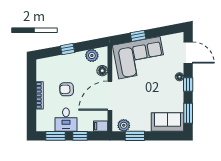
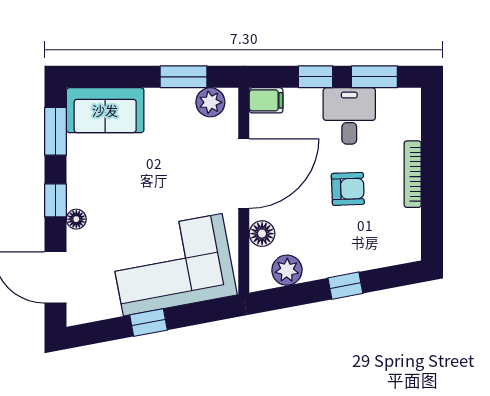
window: (138, 36) -> (149, 323), moved

